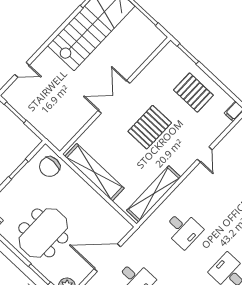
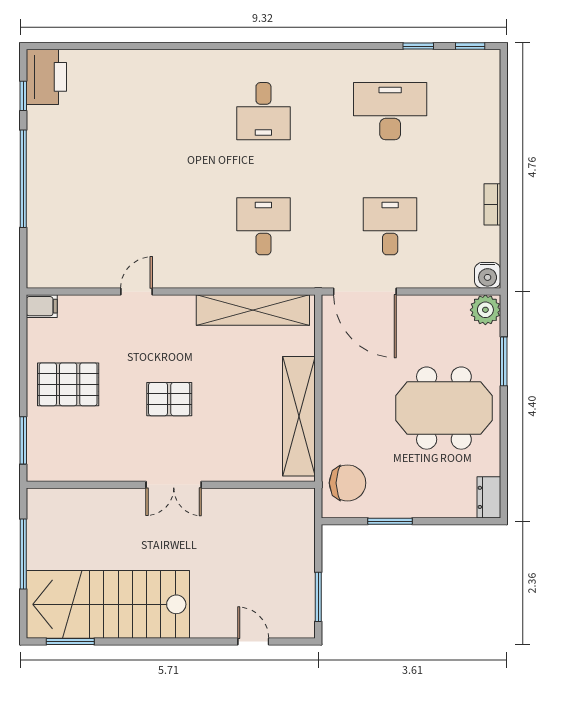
pallet: (193, 93) -> (68, 384), turned 90
double door: (114, 97) -> (174, 485), width x0.73
pallet: (150, 127) -> (169, 399), width x0.67, depth x0.71
door: (107, 258) -> (365, 291), moved

